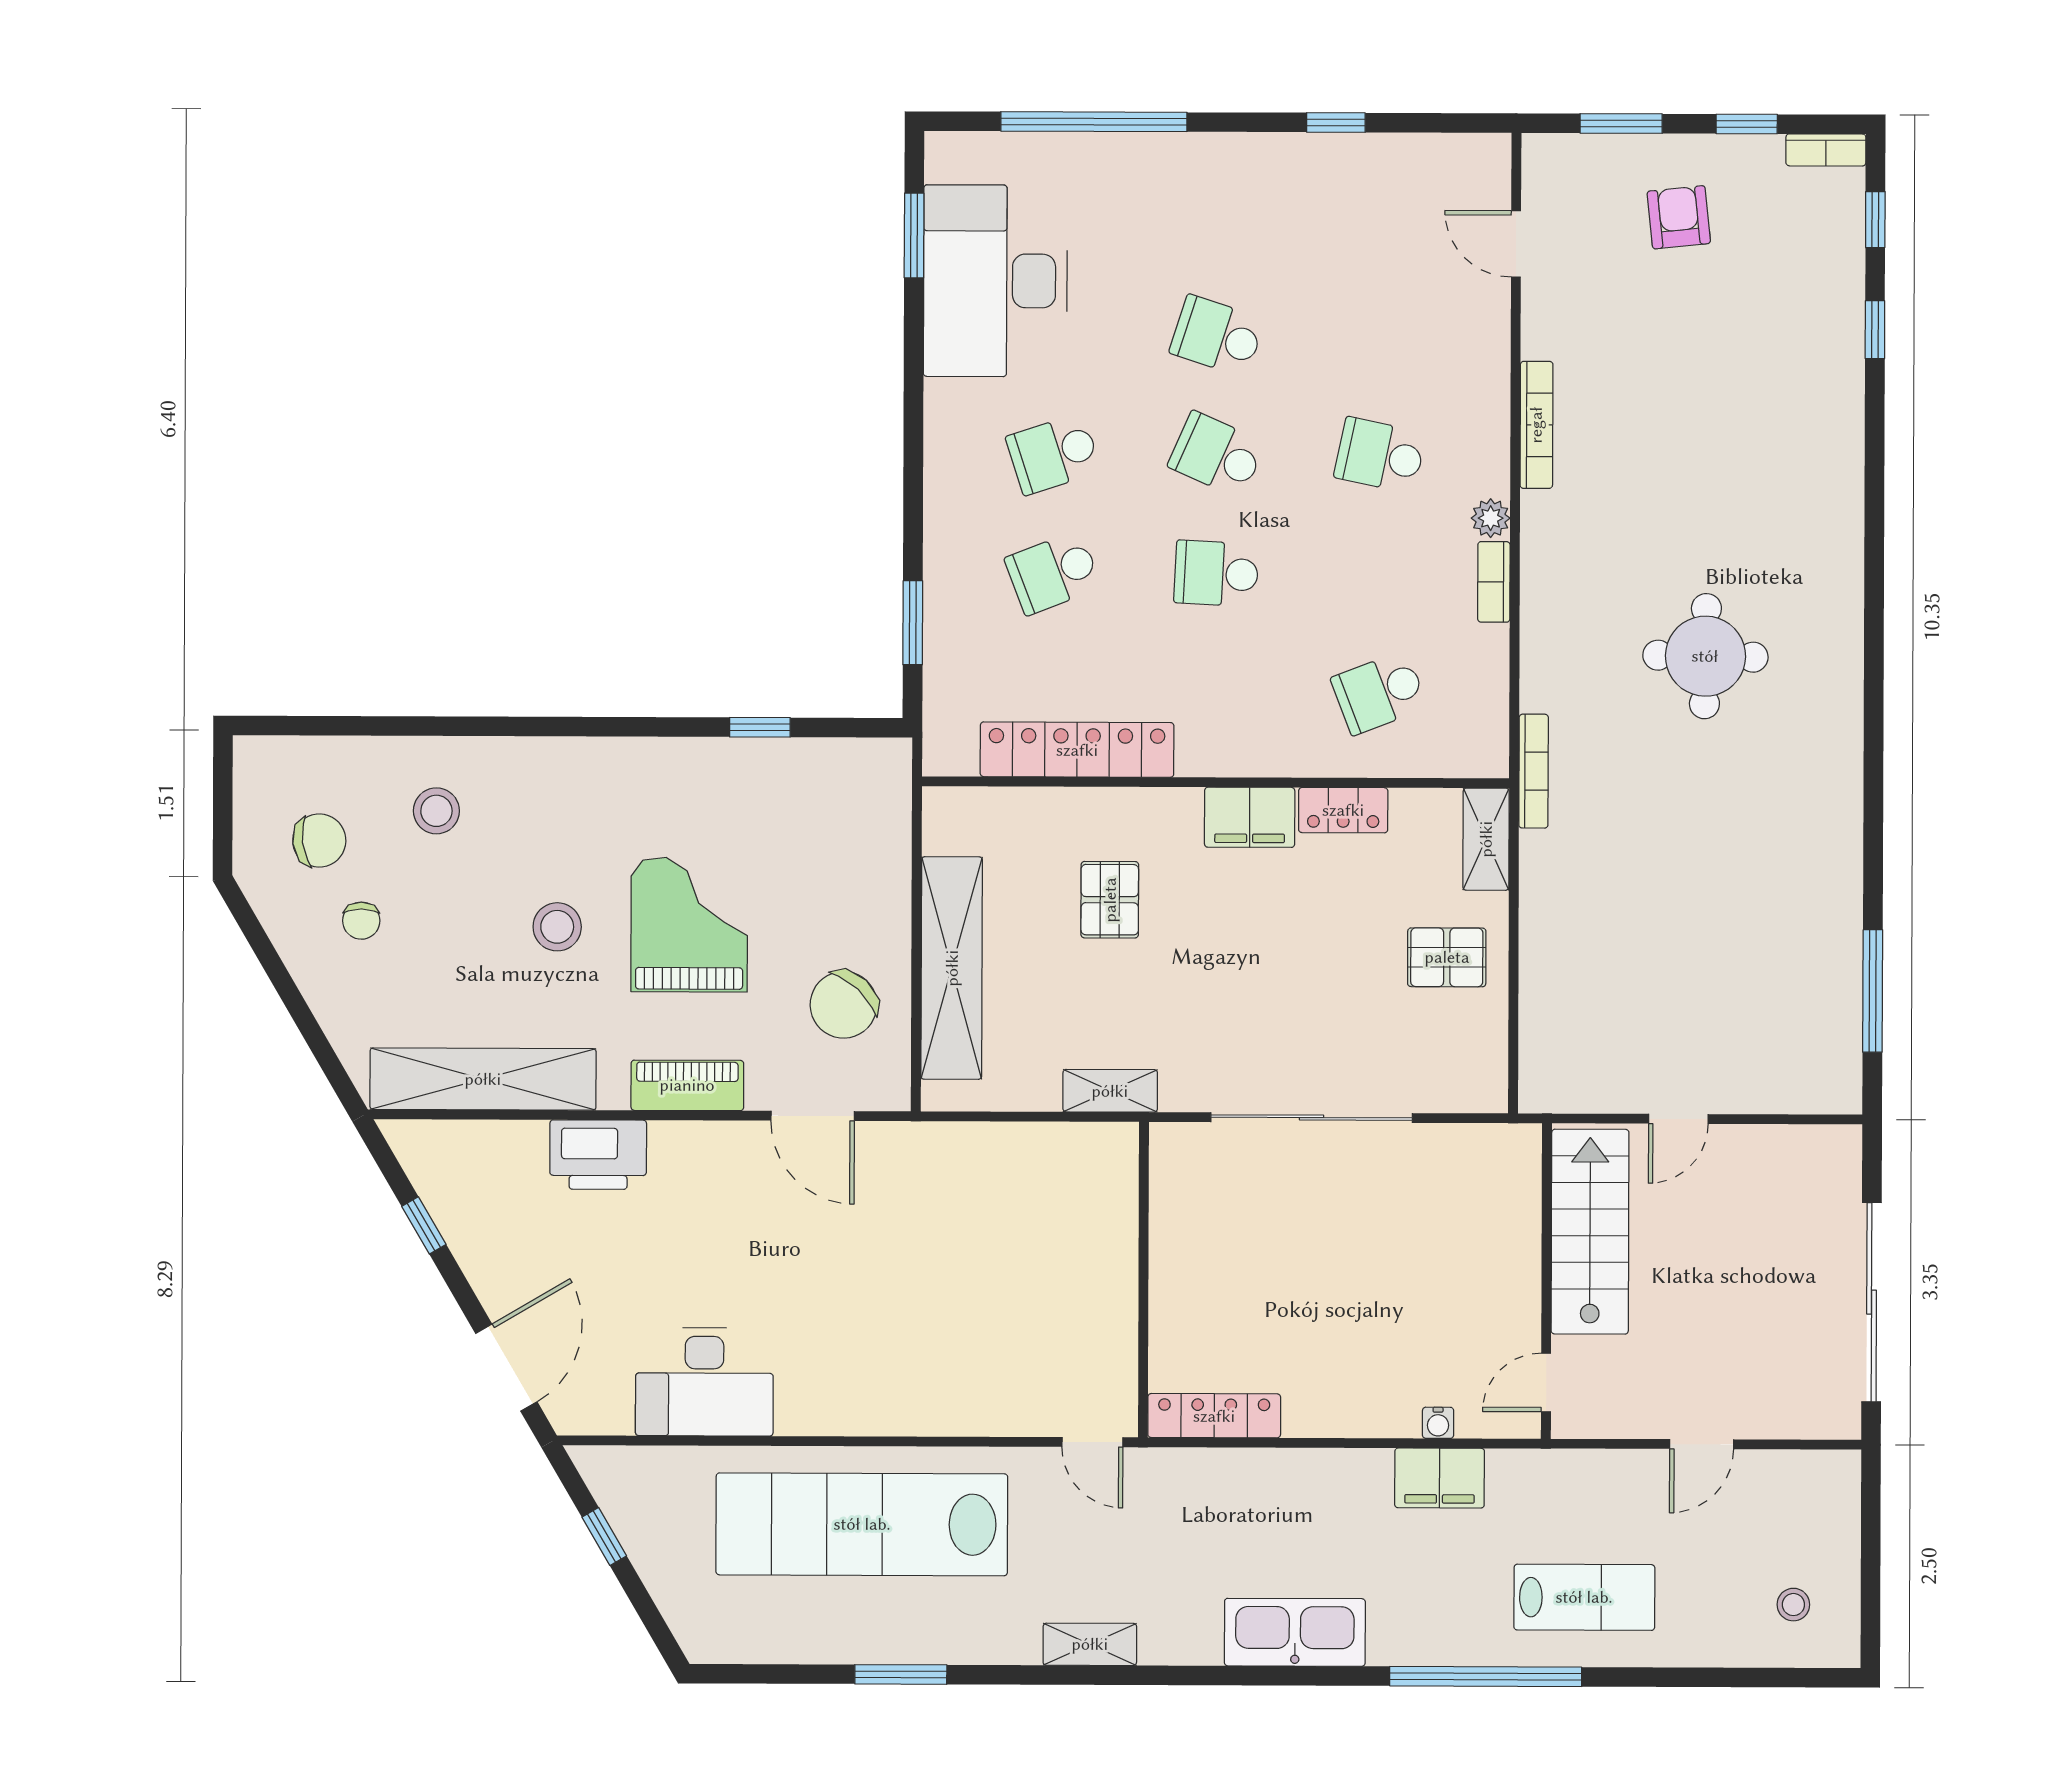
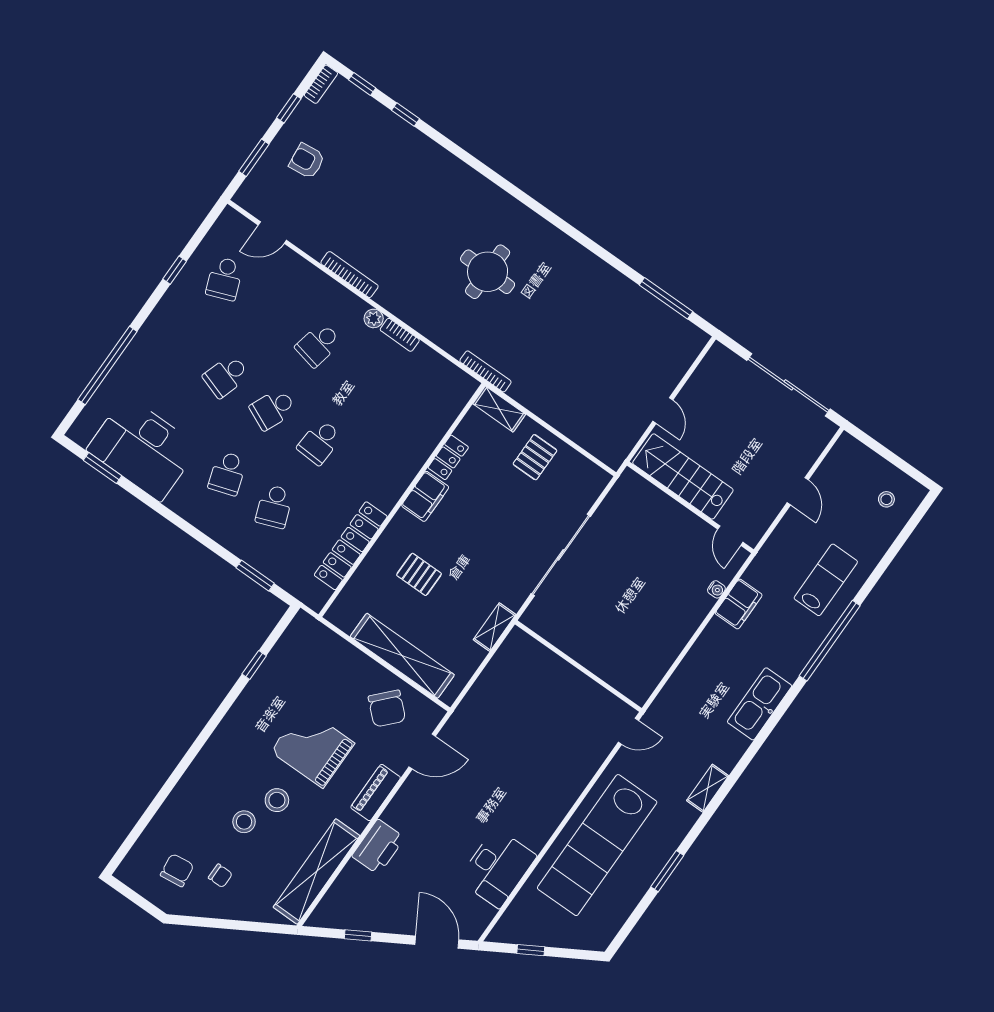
school desk: (1379, 693) -> (225, 279), moved
stool: (436, 811) -> (244, 822), moved
locker: (1214, 1416) -> (652, 676), removed

